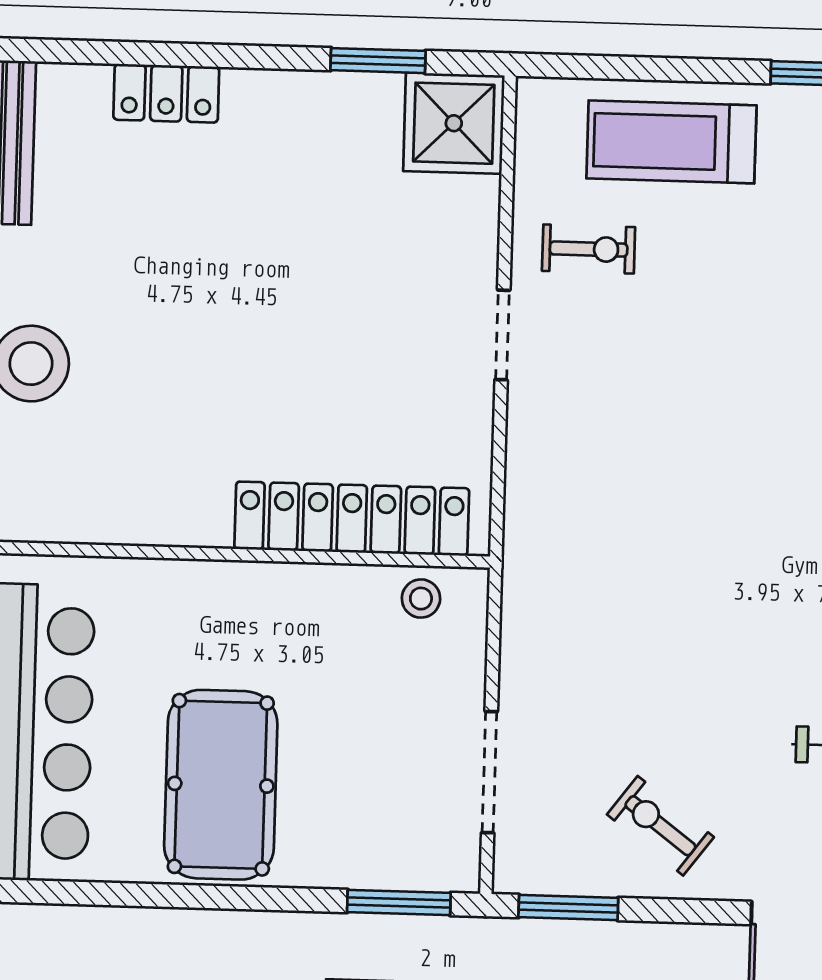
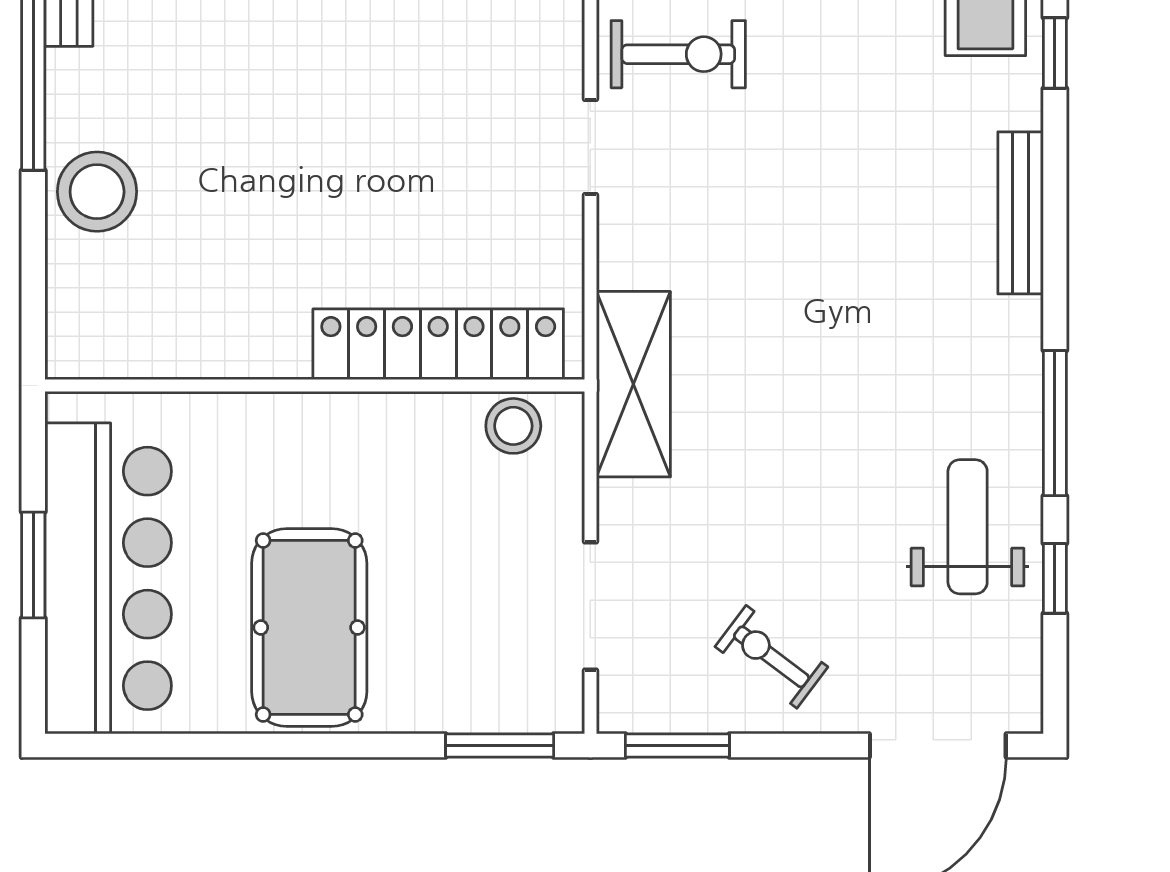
exercise bike: (589, 249) -> (678, 54), width x1.38, depth x1.39
shelving: (537, 562) -> (633, 384), added
stool: (421, 599) -> (513, 426), width x1.37, depth x1.37

